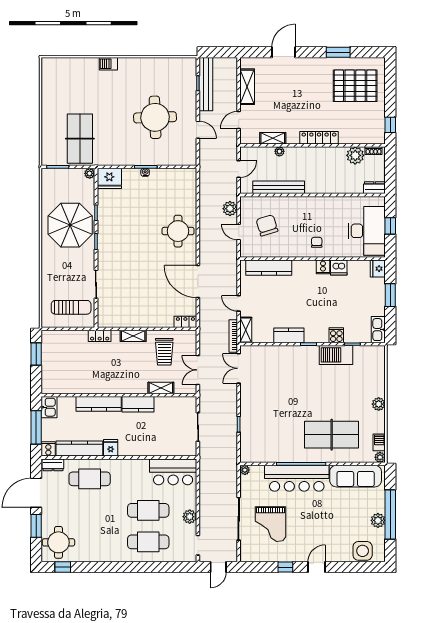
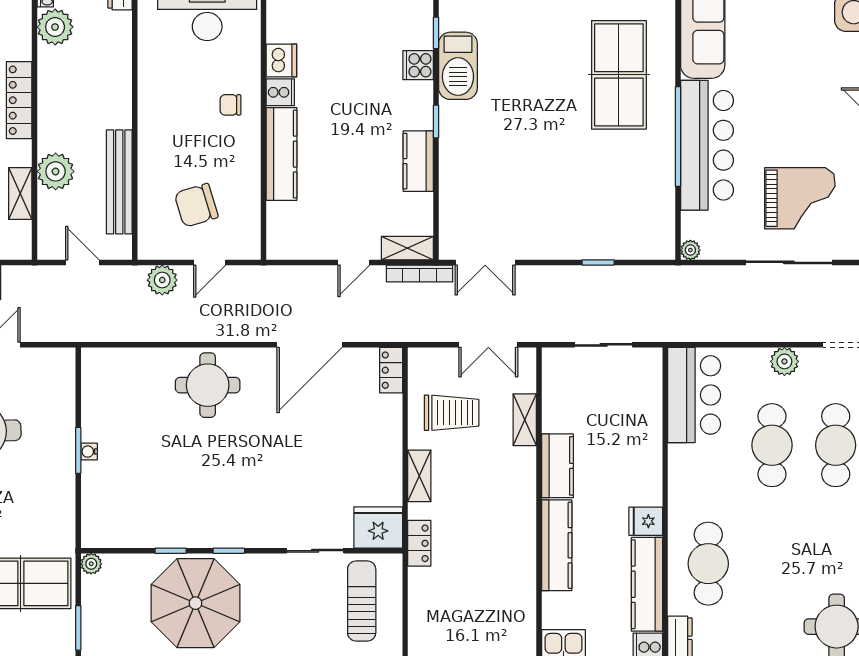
plant: (279, 151) -> (56, 171), width x1.87, depth x1.87
fridge: (109, 178) -> (378, 528), moved, turned -90
kitchen counter: (269, 268) -> (282, 154), moved

